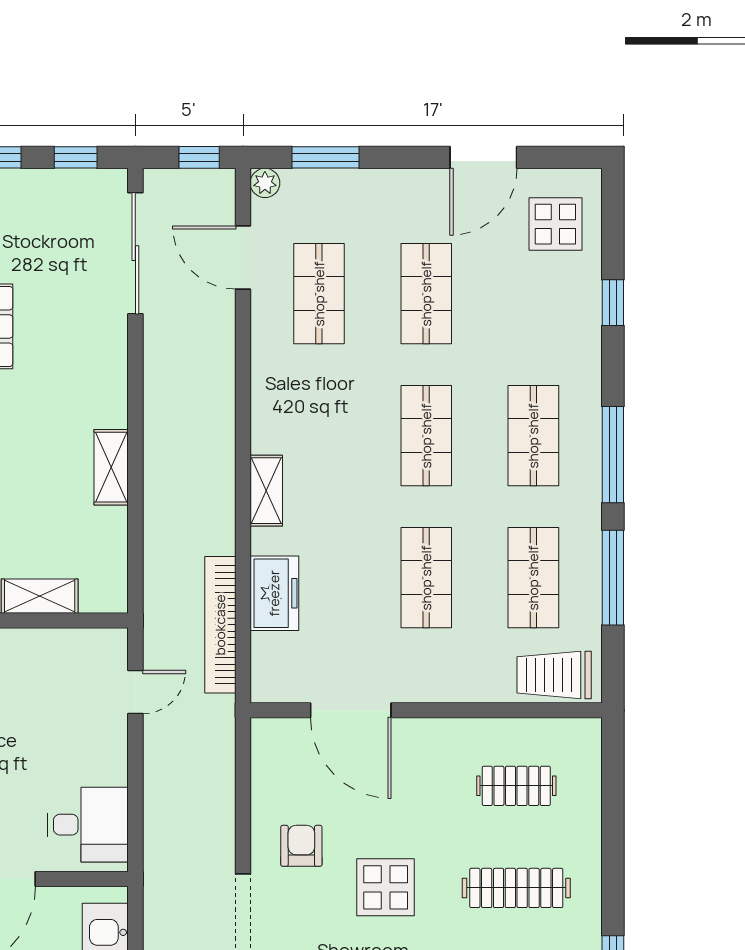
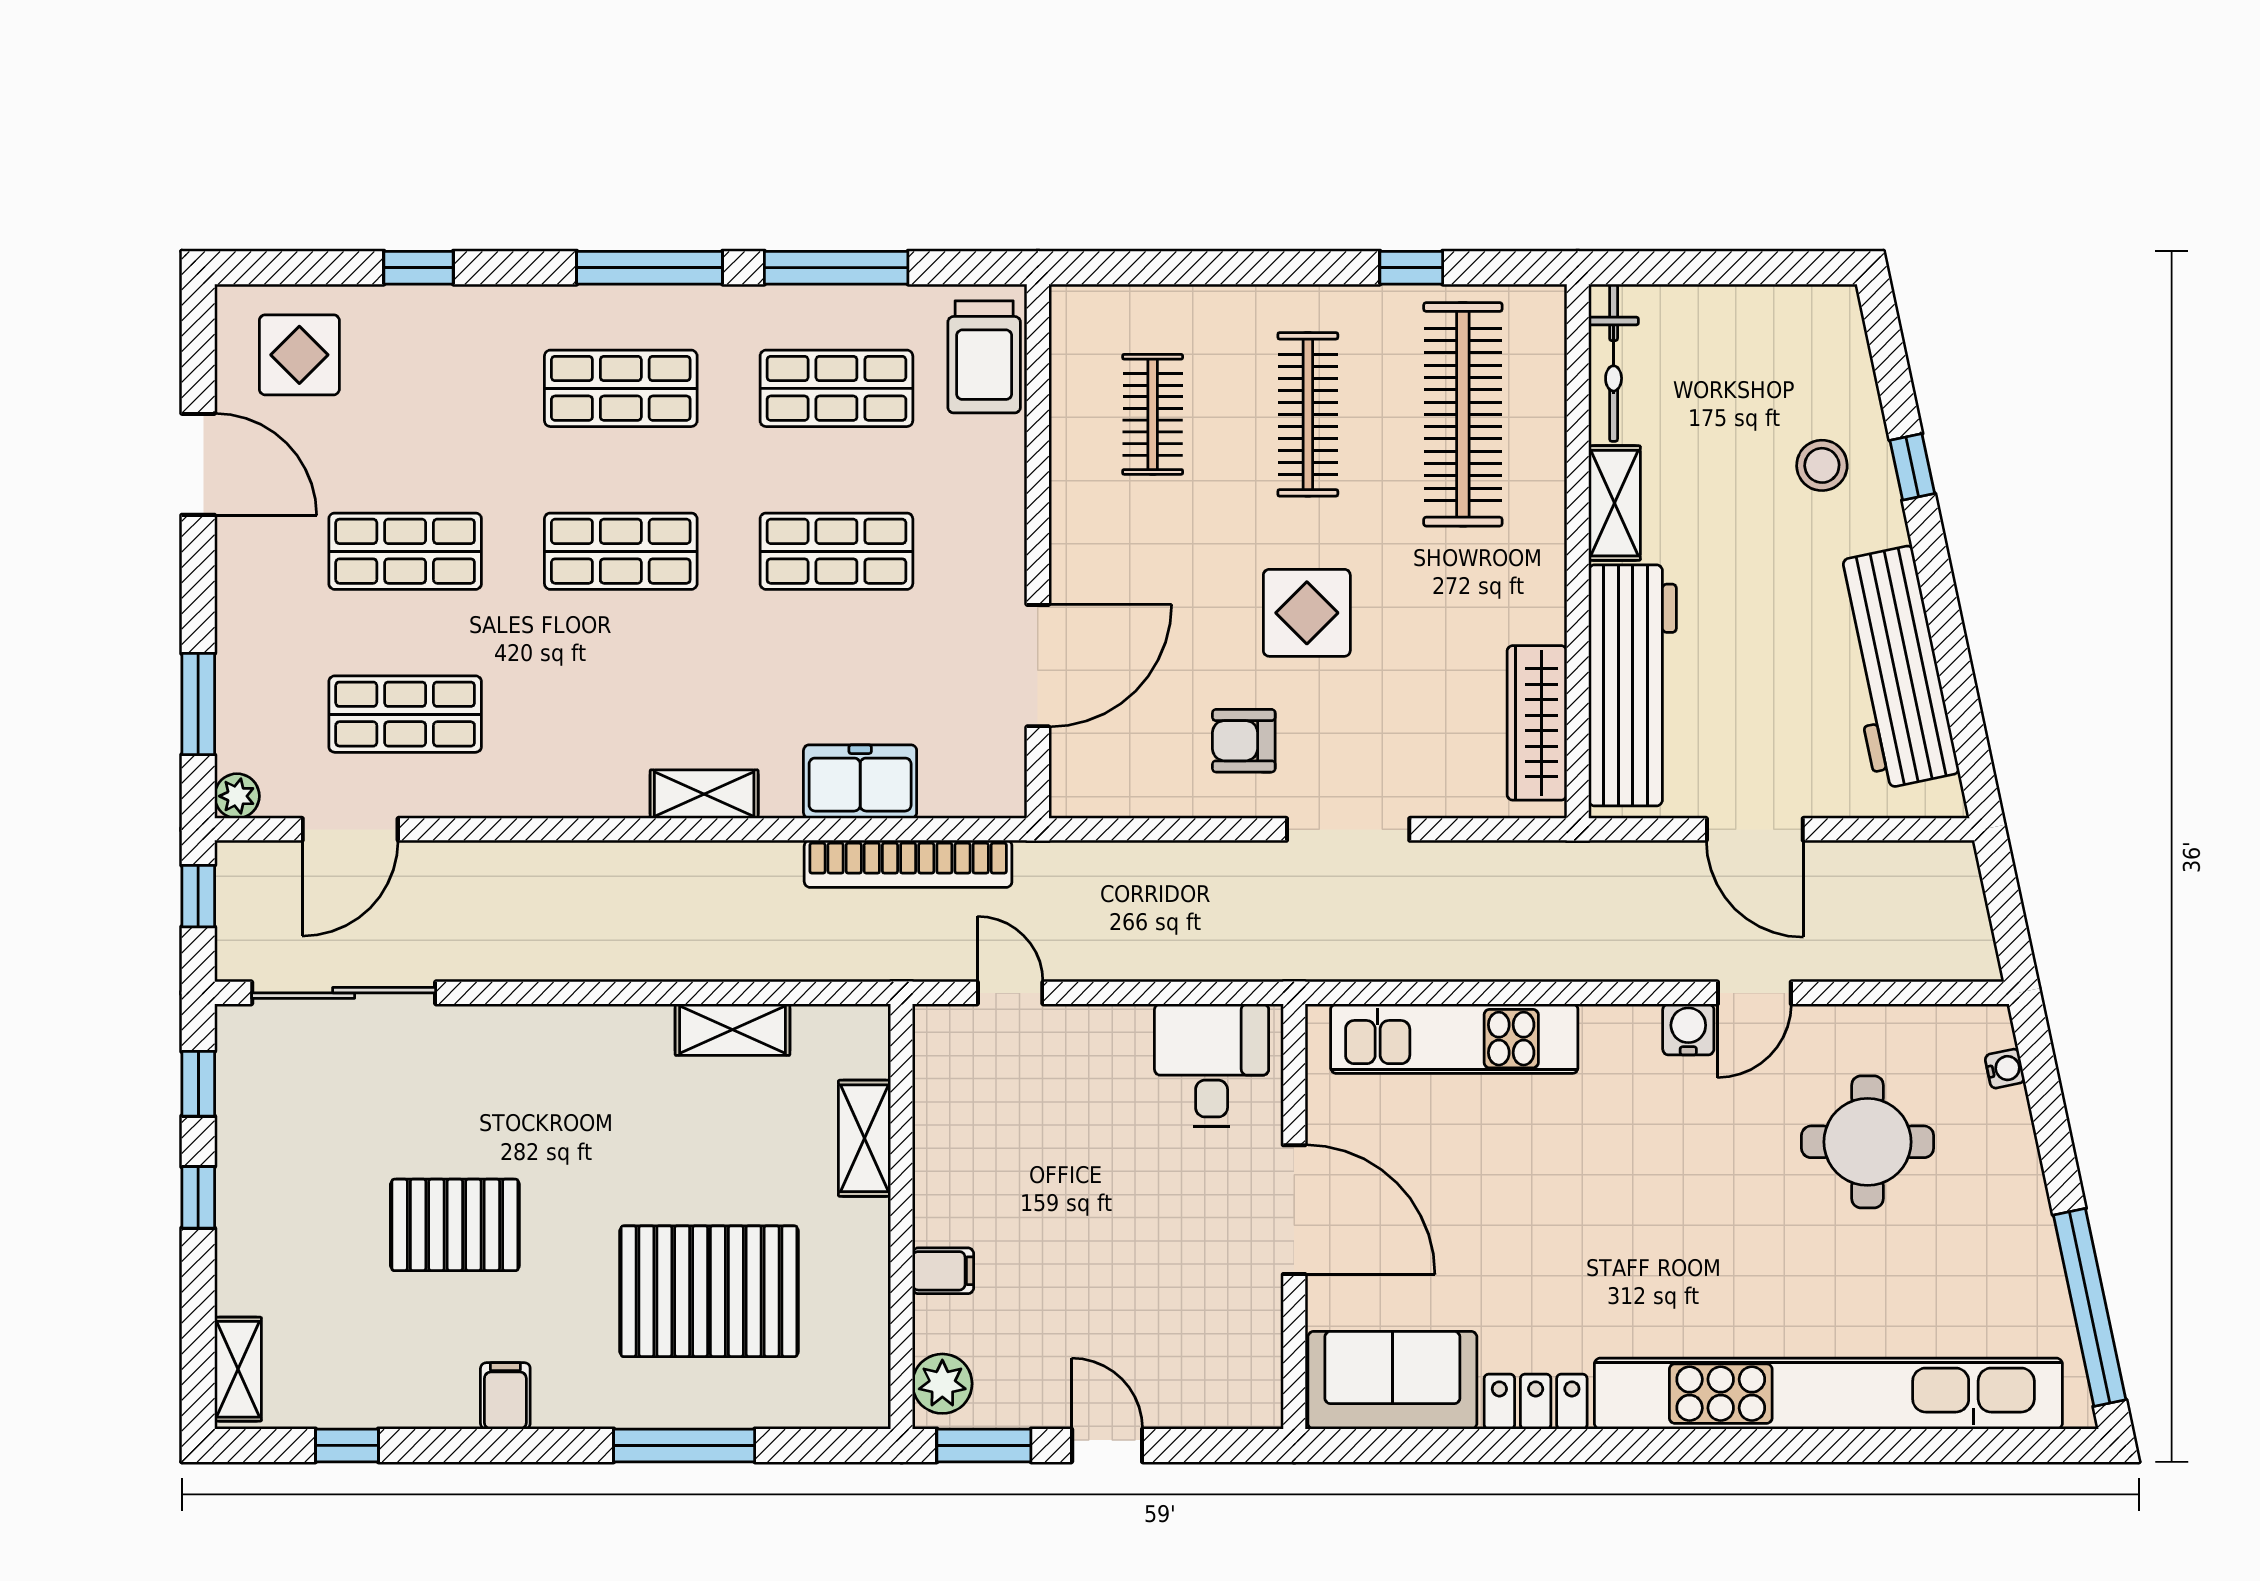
shelving: (111, 467) -> (732, 1030), moved

